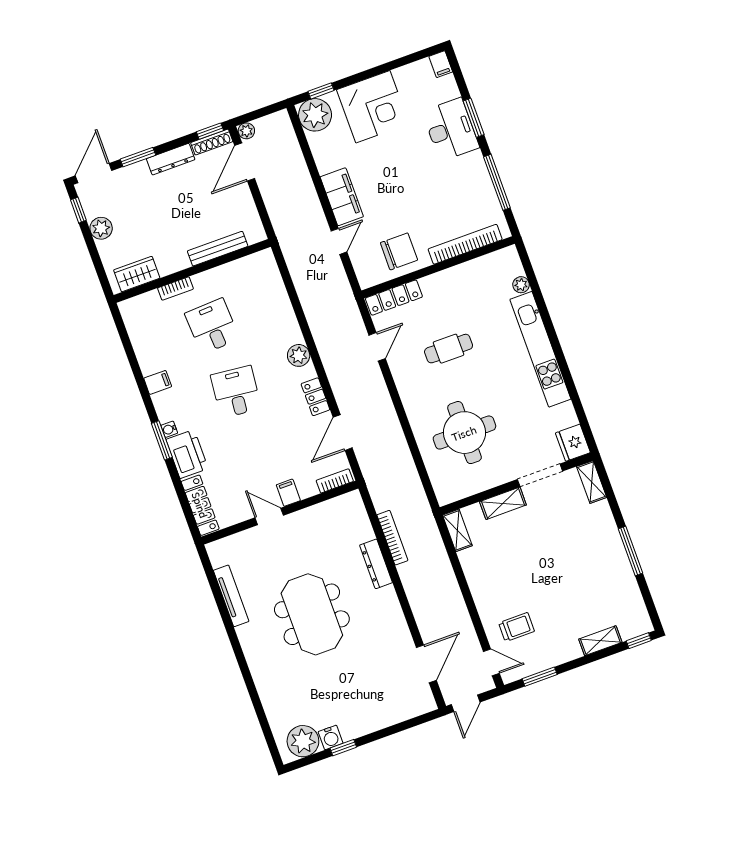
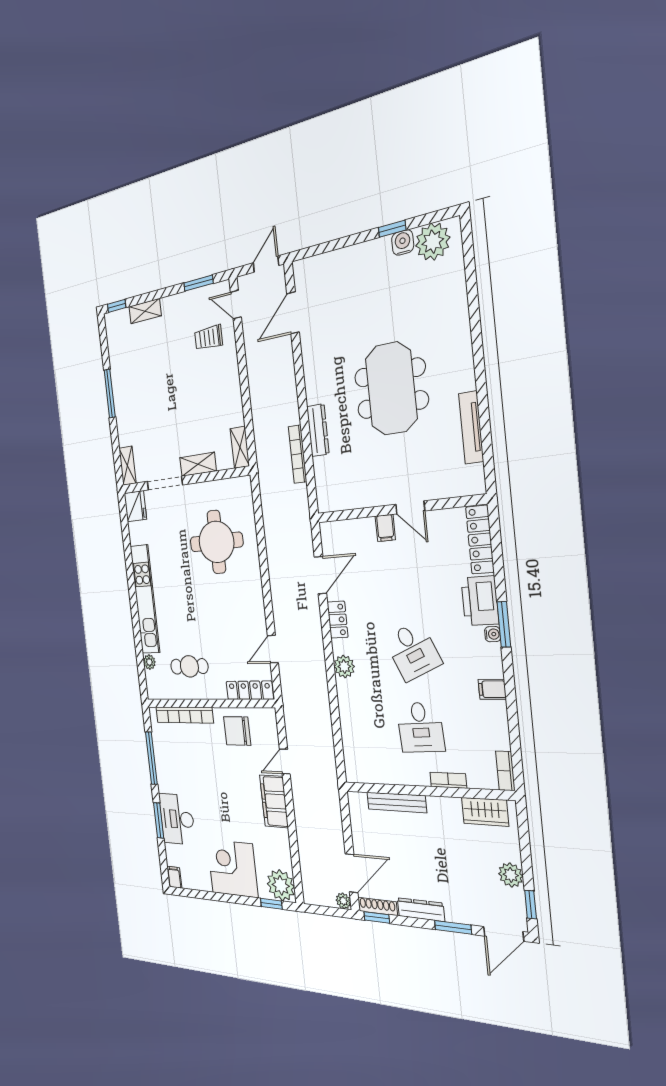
cafe table: (449, 349) -> (189, 666), moved
desk: (236, 392) -> (413, 651), turned -30
bookcase: (335, 481) -> (505, 771), moved, turned 90

